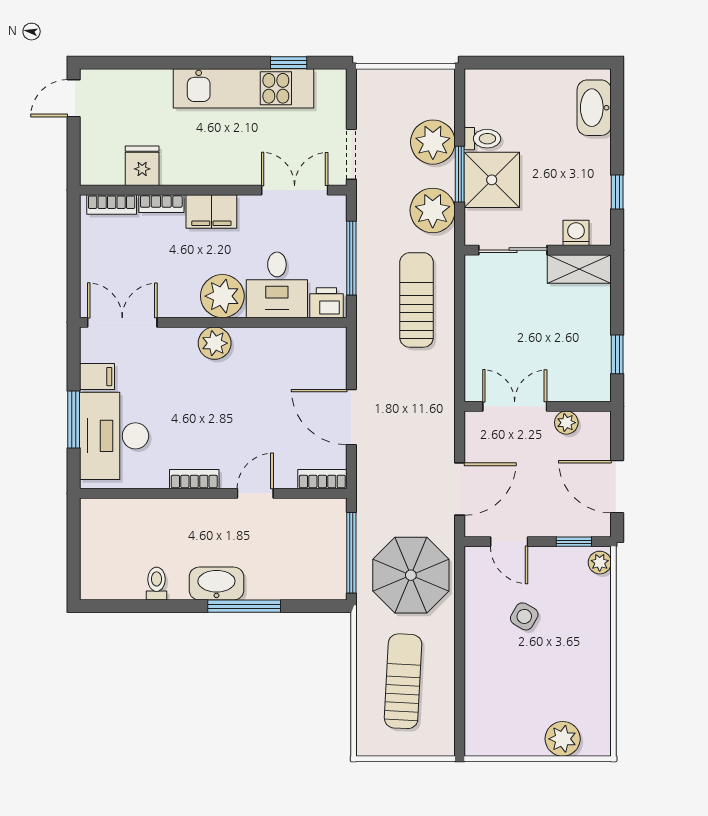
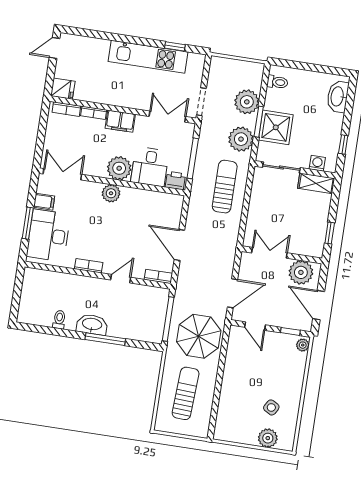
toilet: (482, 139) -> (277, 82), moved
fridge: (142, 166) -> (63, 89), moved, turned 90
plant: (566, 423) -> (301, 272), width x1.88, depth x1.88
side table: (524, 616) -> (271, 407), moved

